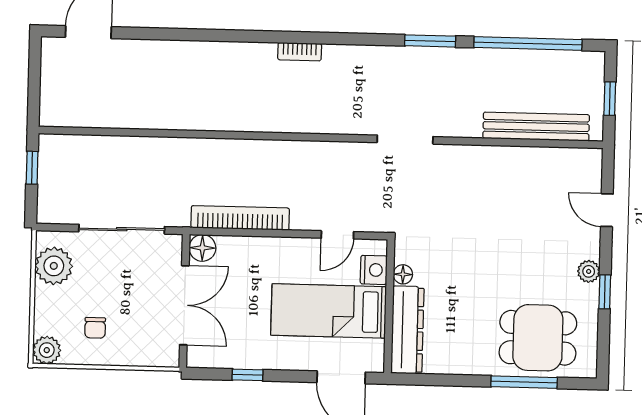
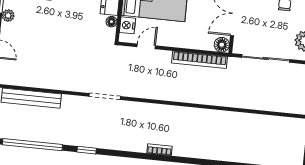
window: (430, 41) -> (87, 150), width x0.67

